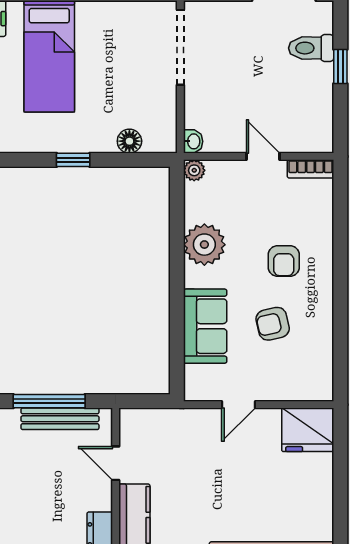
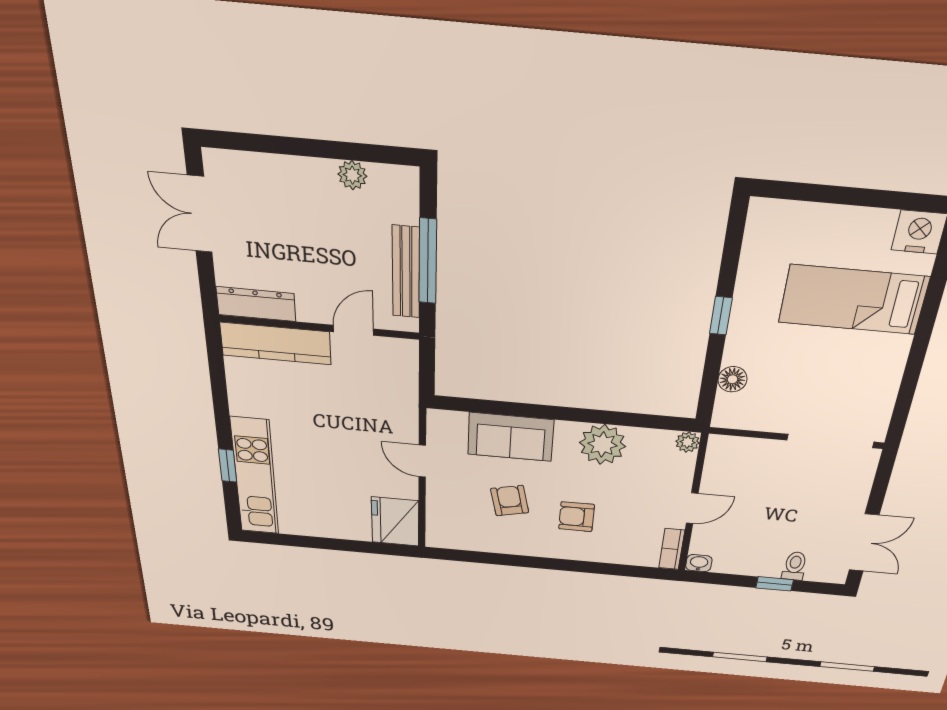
toilet: (311, 48) -> (795, 566), width x0.73, depth x0.72
washbasin: (193, 141) -> (699, 563), moved, turned 180

